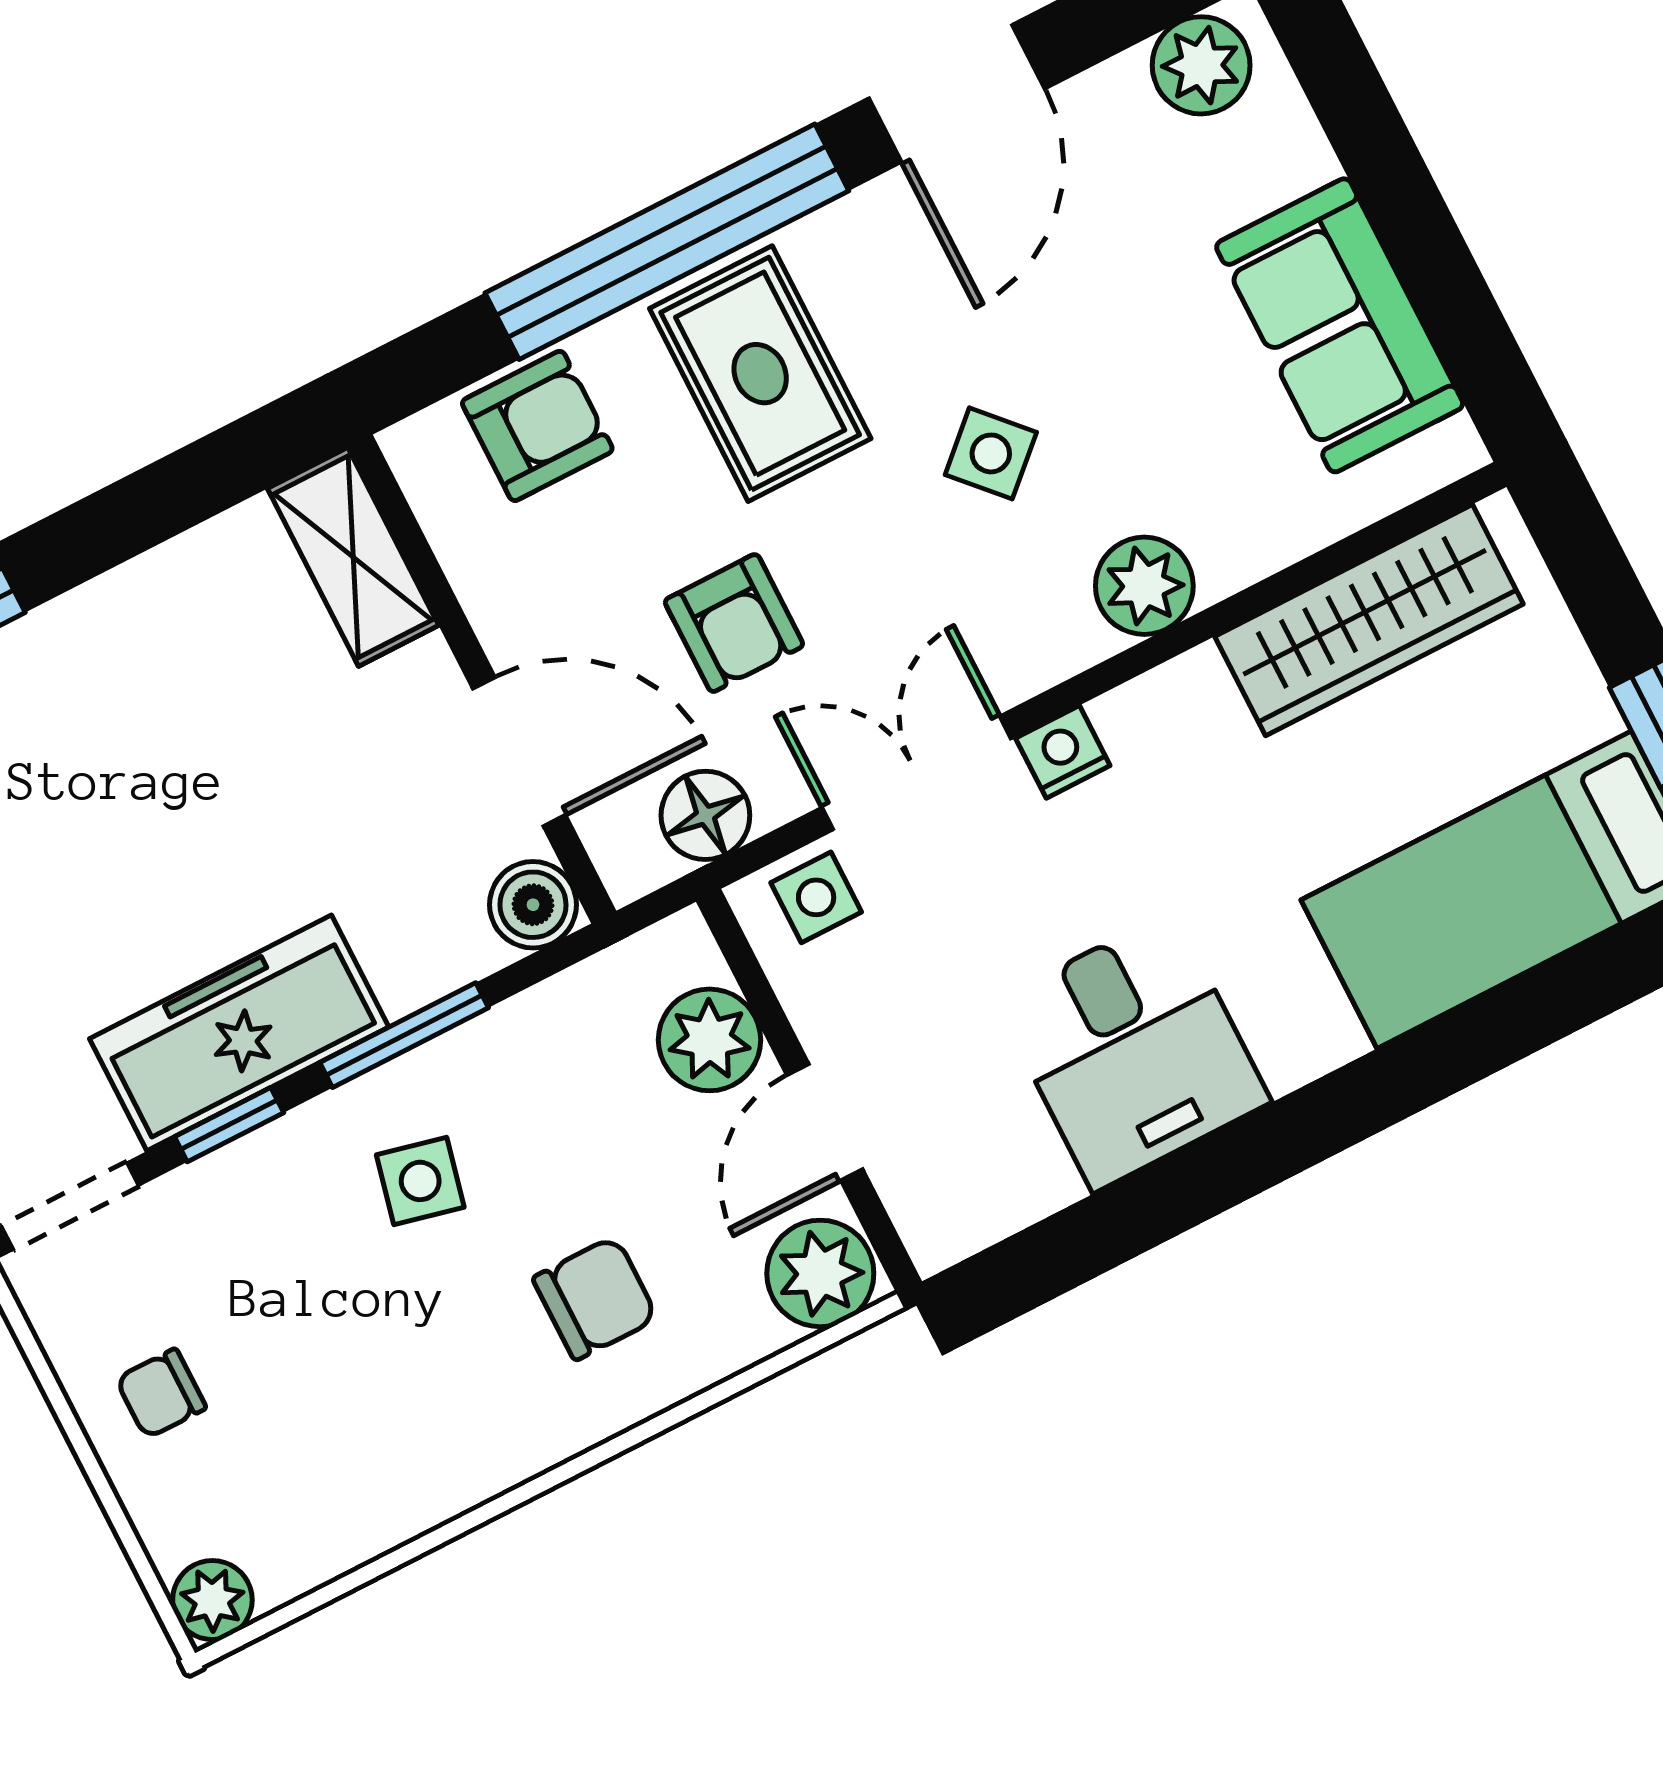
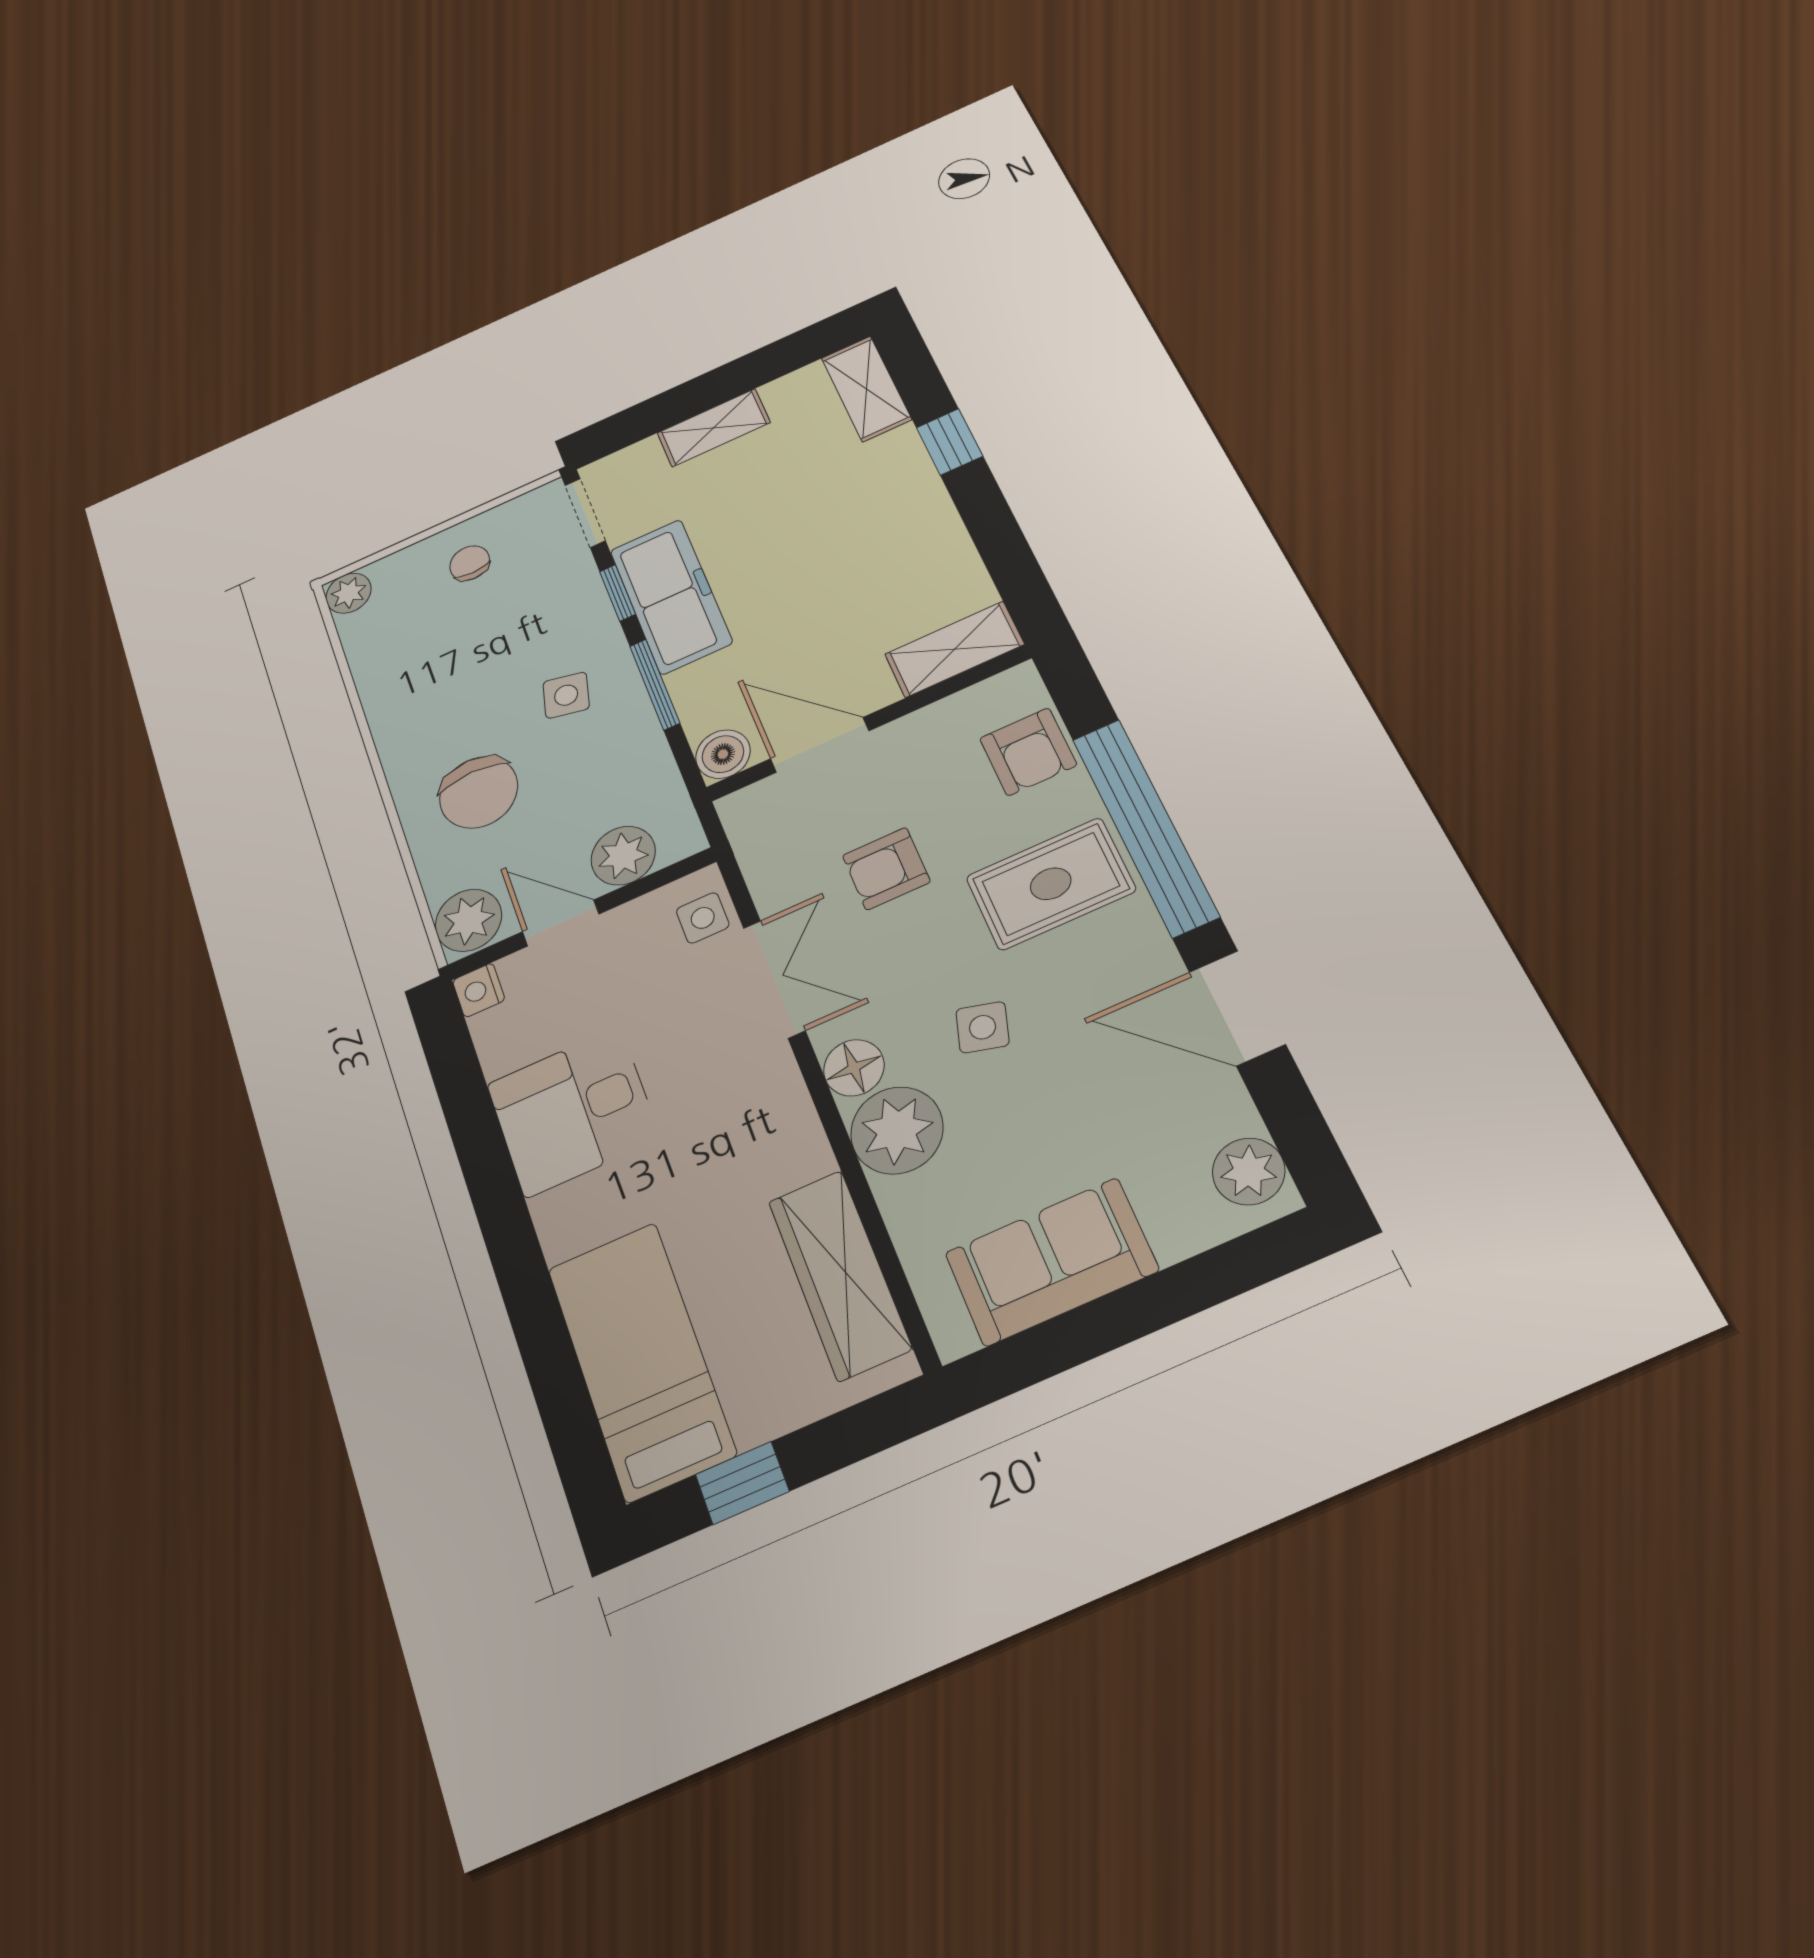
side table: (991, 453) -> (982, 1027), turned -31
plant: (1144, 586) -> (897, 1130), width x1.36, depth x1.36
door: (519, 752) -> (820, 745), swing flipped
nightstand: (1063, 752) -> (479, 990), moved, turned 180
floor lamp: (705, 815) -> (854, 1068), moved
chair: (595, 1298) -> (479, 792), width x1.37, depth x1.37

